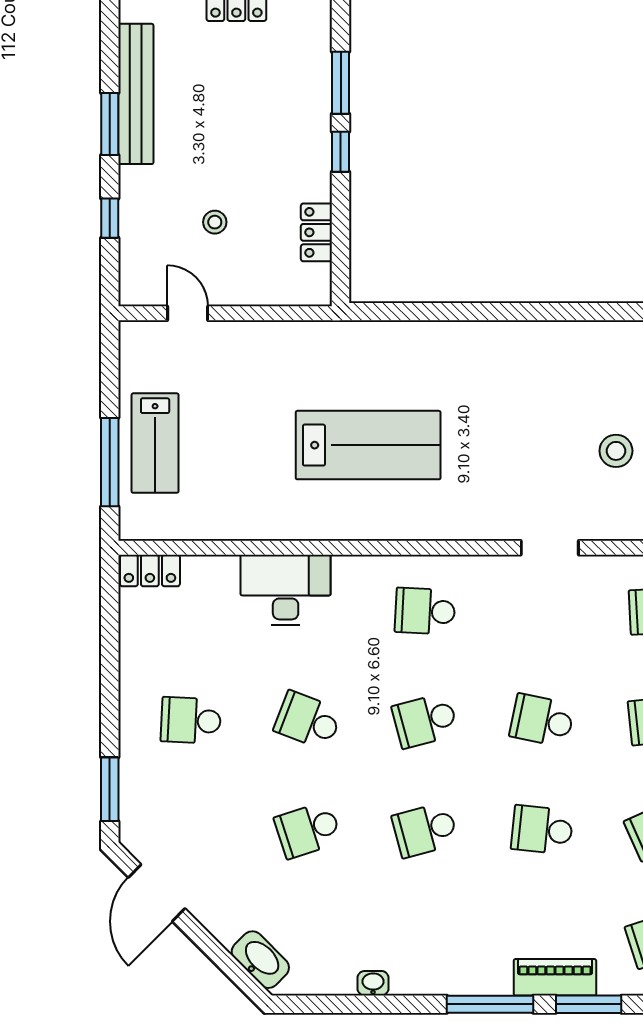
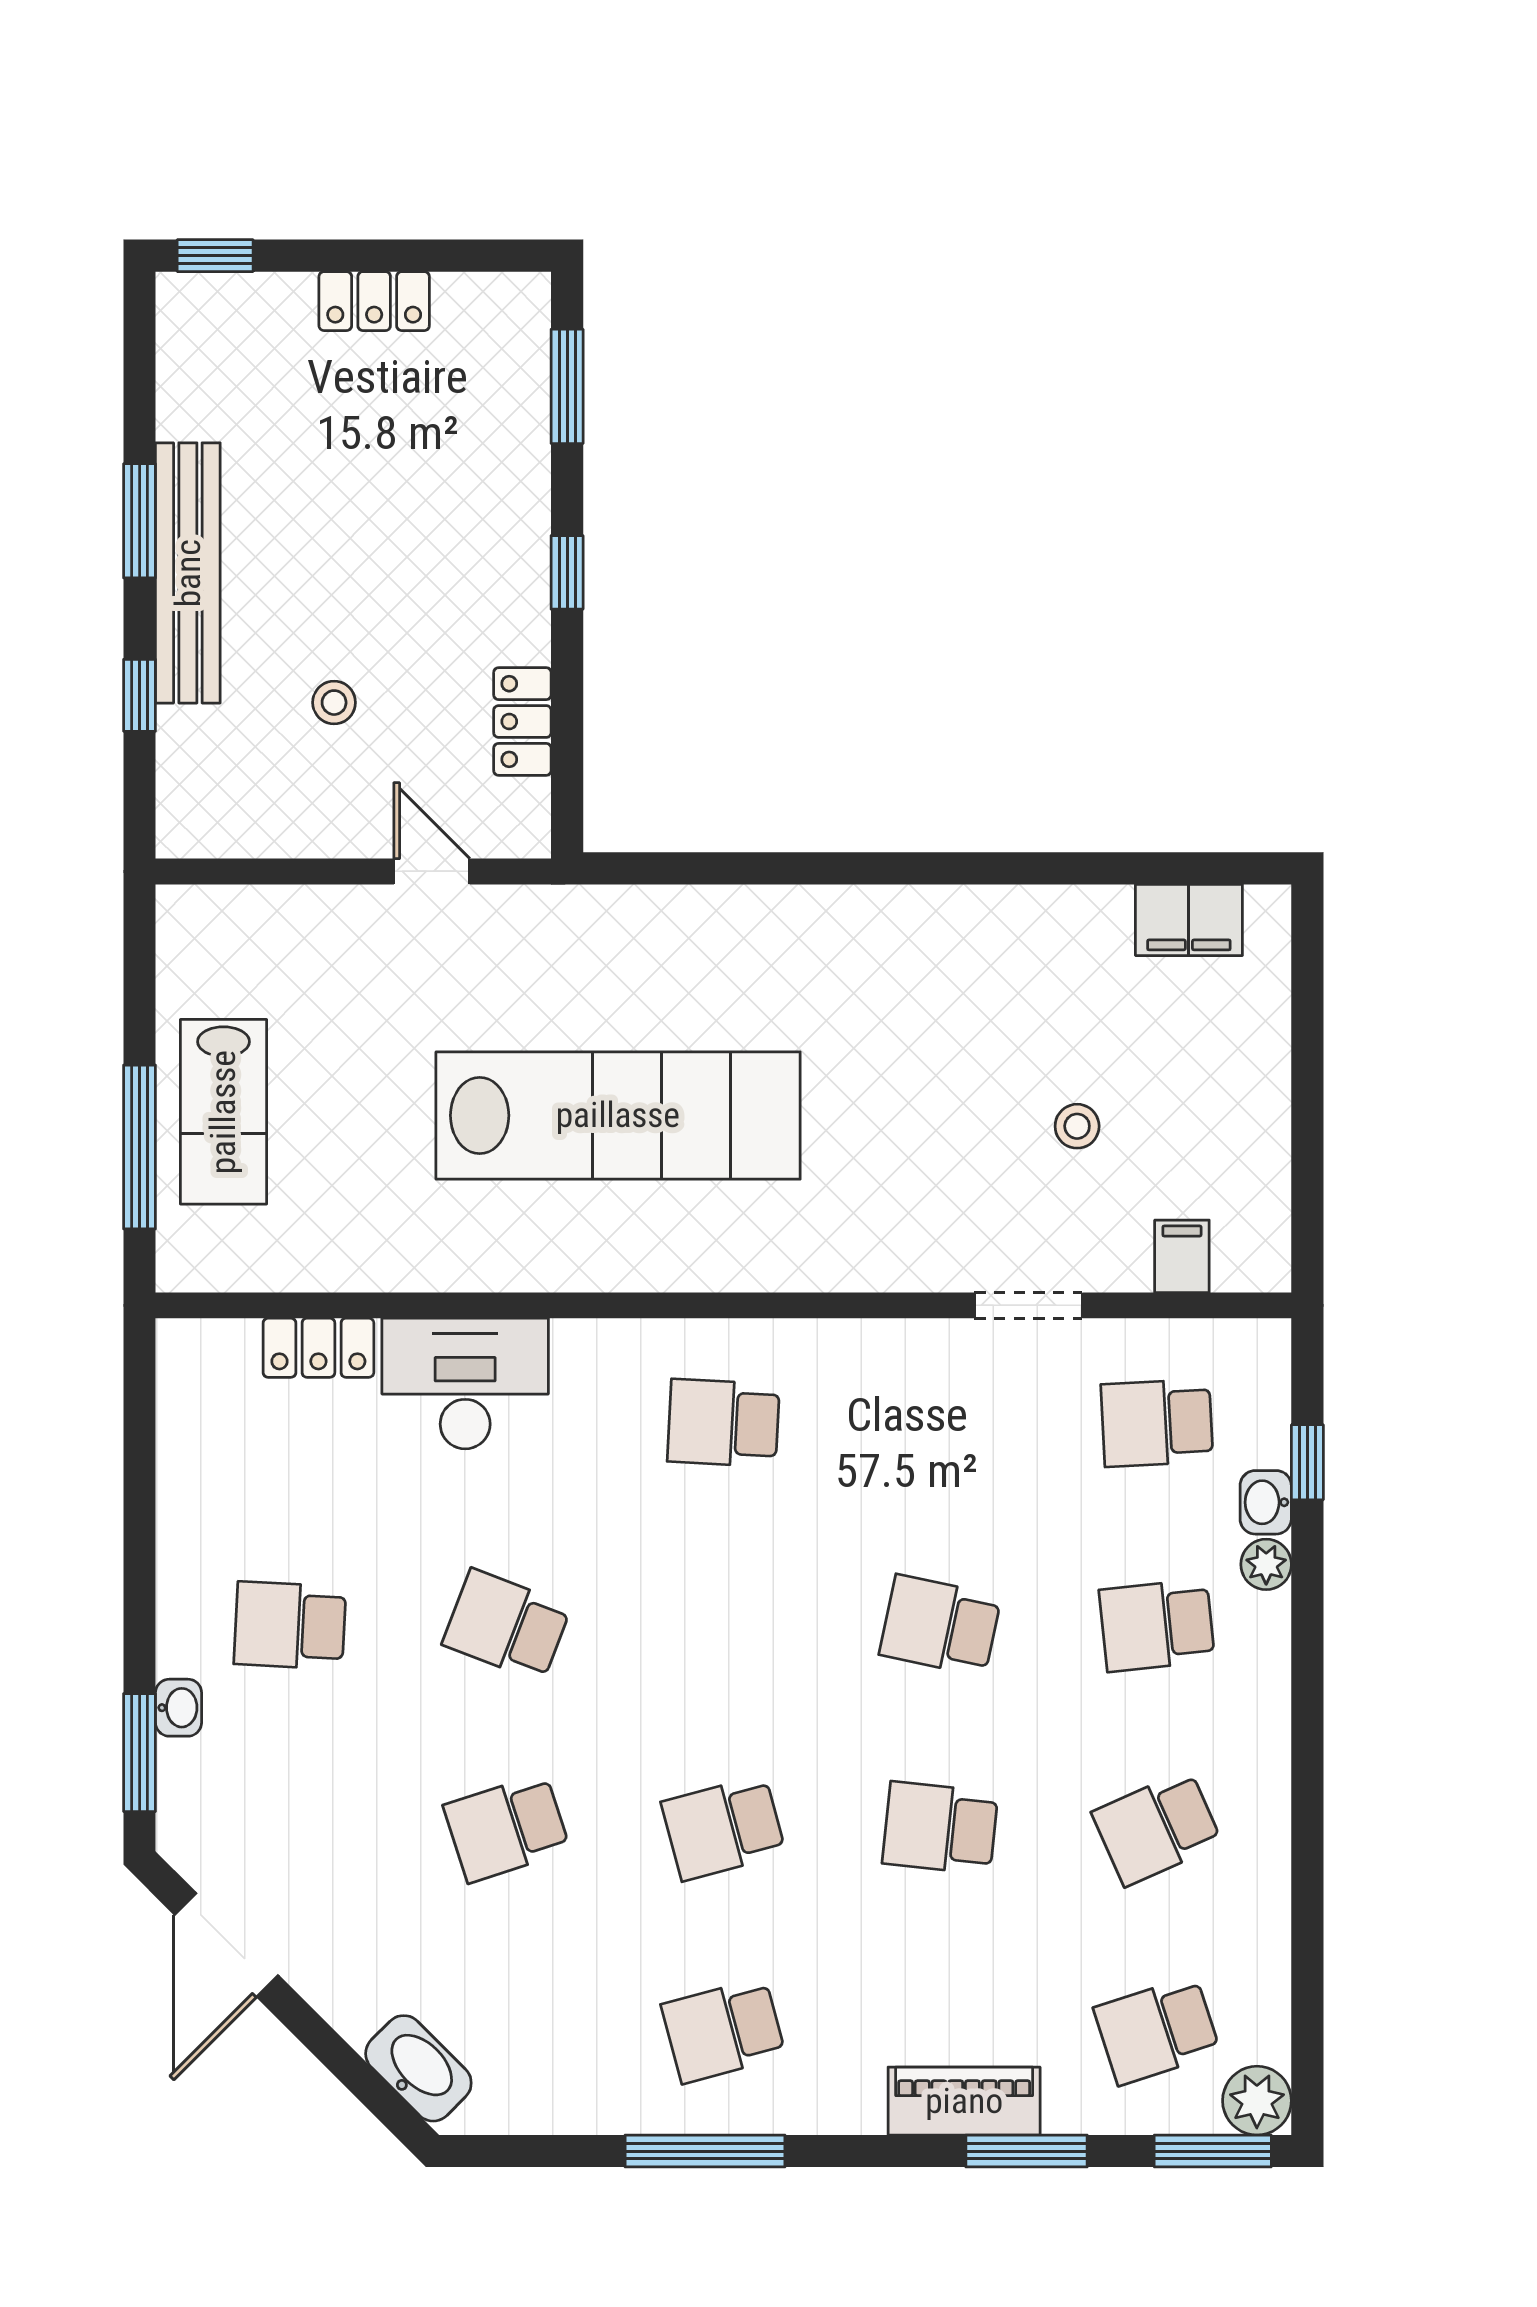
window: (341, 83) -> (567, 386), moved
bench: (136, 94) -> (188, 573), moved
door: (188, 313) -> (432, 871), moved
lab bench: (368, 445) -> (618, 1115), width x1.36
stool: (616, 451) -> (1077, 1126), width x0.73, depth x0.73
doorway: (550, 548) -> (1028, 1305), moved
locker: (150, 571) -> (318, 1348), moved
school desk: (425, 720) -> (723, 2030), moved
washbasin: (373, 983) -> (179, 1708), moved, turned 90
window: (490, 1004) -> (705, 2151), moved

